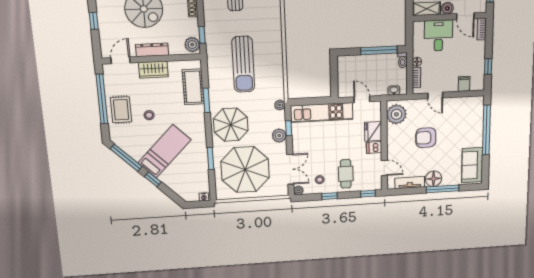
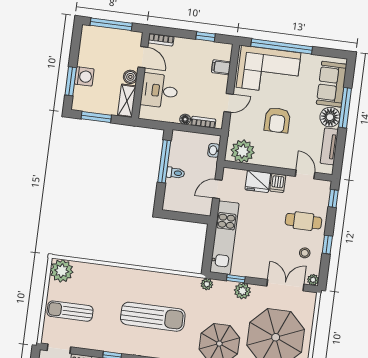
door: (465, 16) -> (143, 57), hinge flipped
toilet: (403, 60) -> (176, 173), moved
corner sofa: (466, 123) -> (268, 70), added
sofa: (472, 165) -> (332, 84), moved, turned 90
door: (384, 168) -> (305, 174), hinge flipped

